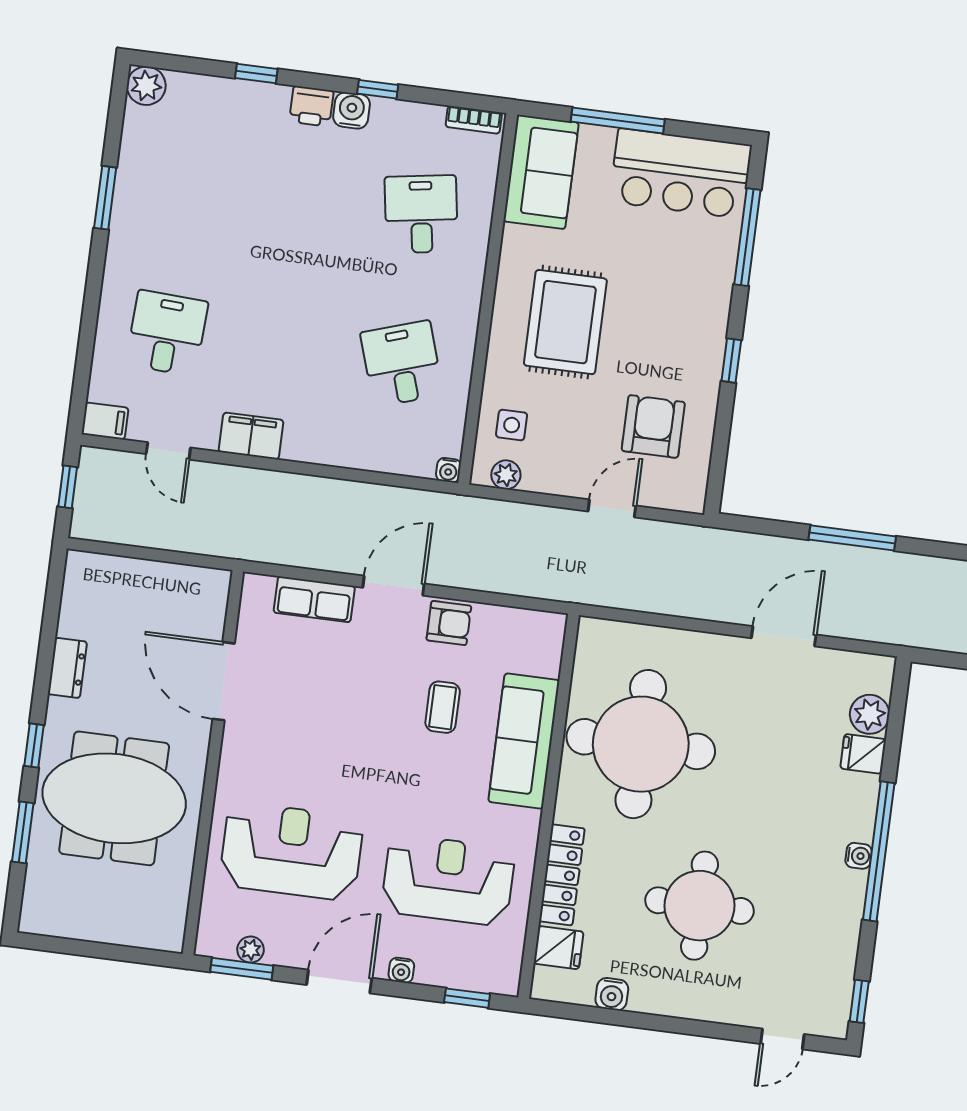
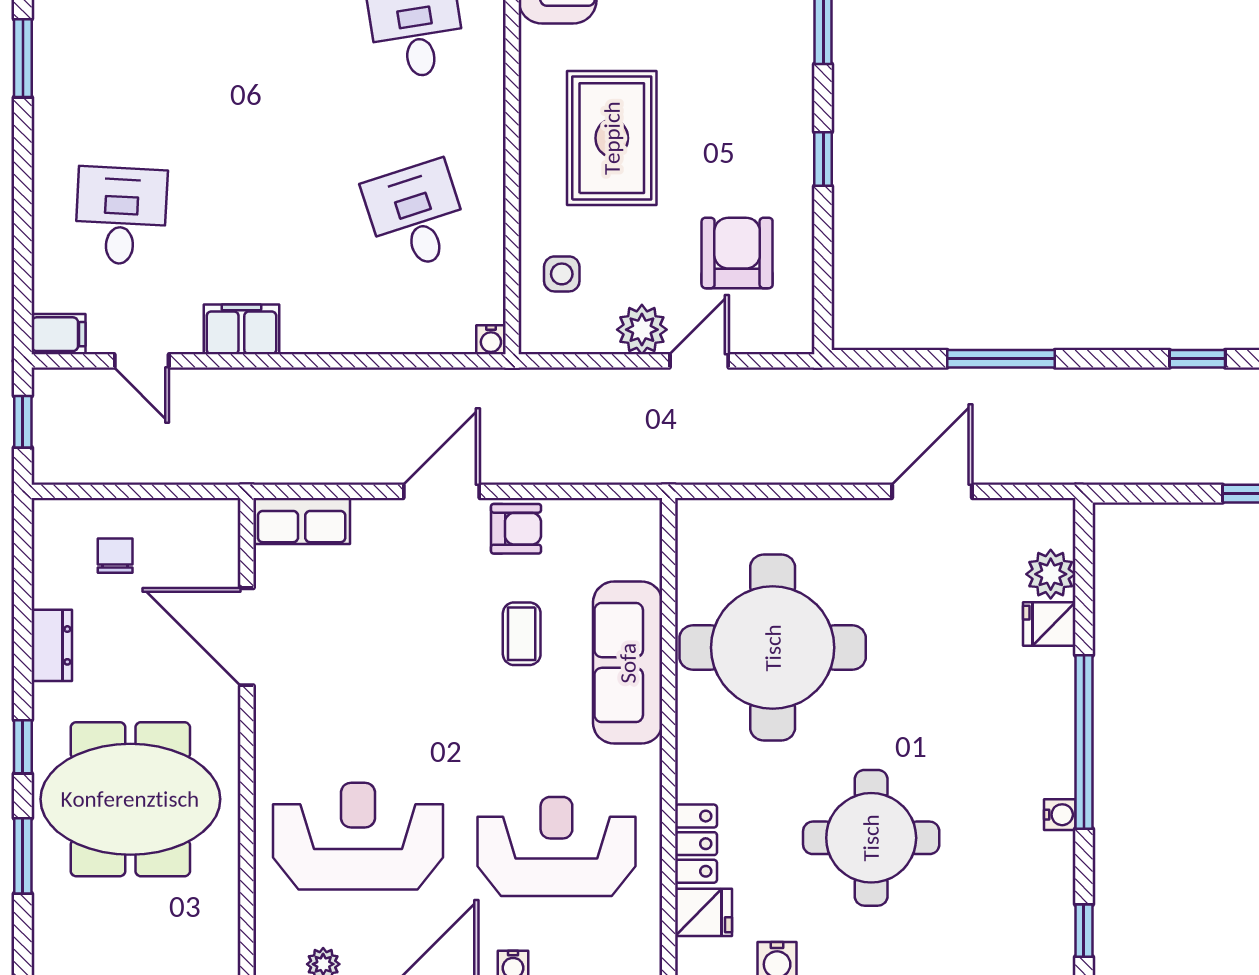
plant: (506, 475) -> (642, 330), moved, width x1.38, depth x1.38
row of seats: (314, 599) -> (302, 521), moved
chair: (127, 603) -> (115, 556), added
water cooler: (859, 856) -> (1060, 815), moved
locker: (562, 875) -> (696, 844), width x0.66

